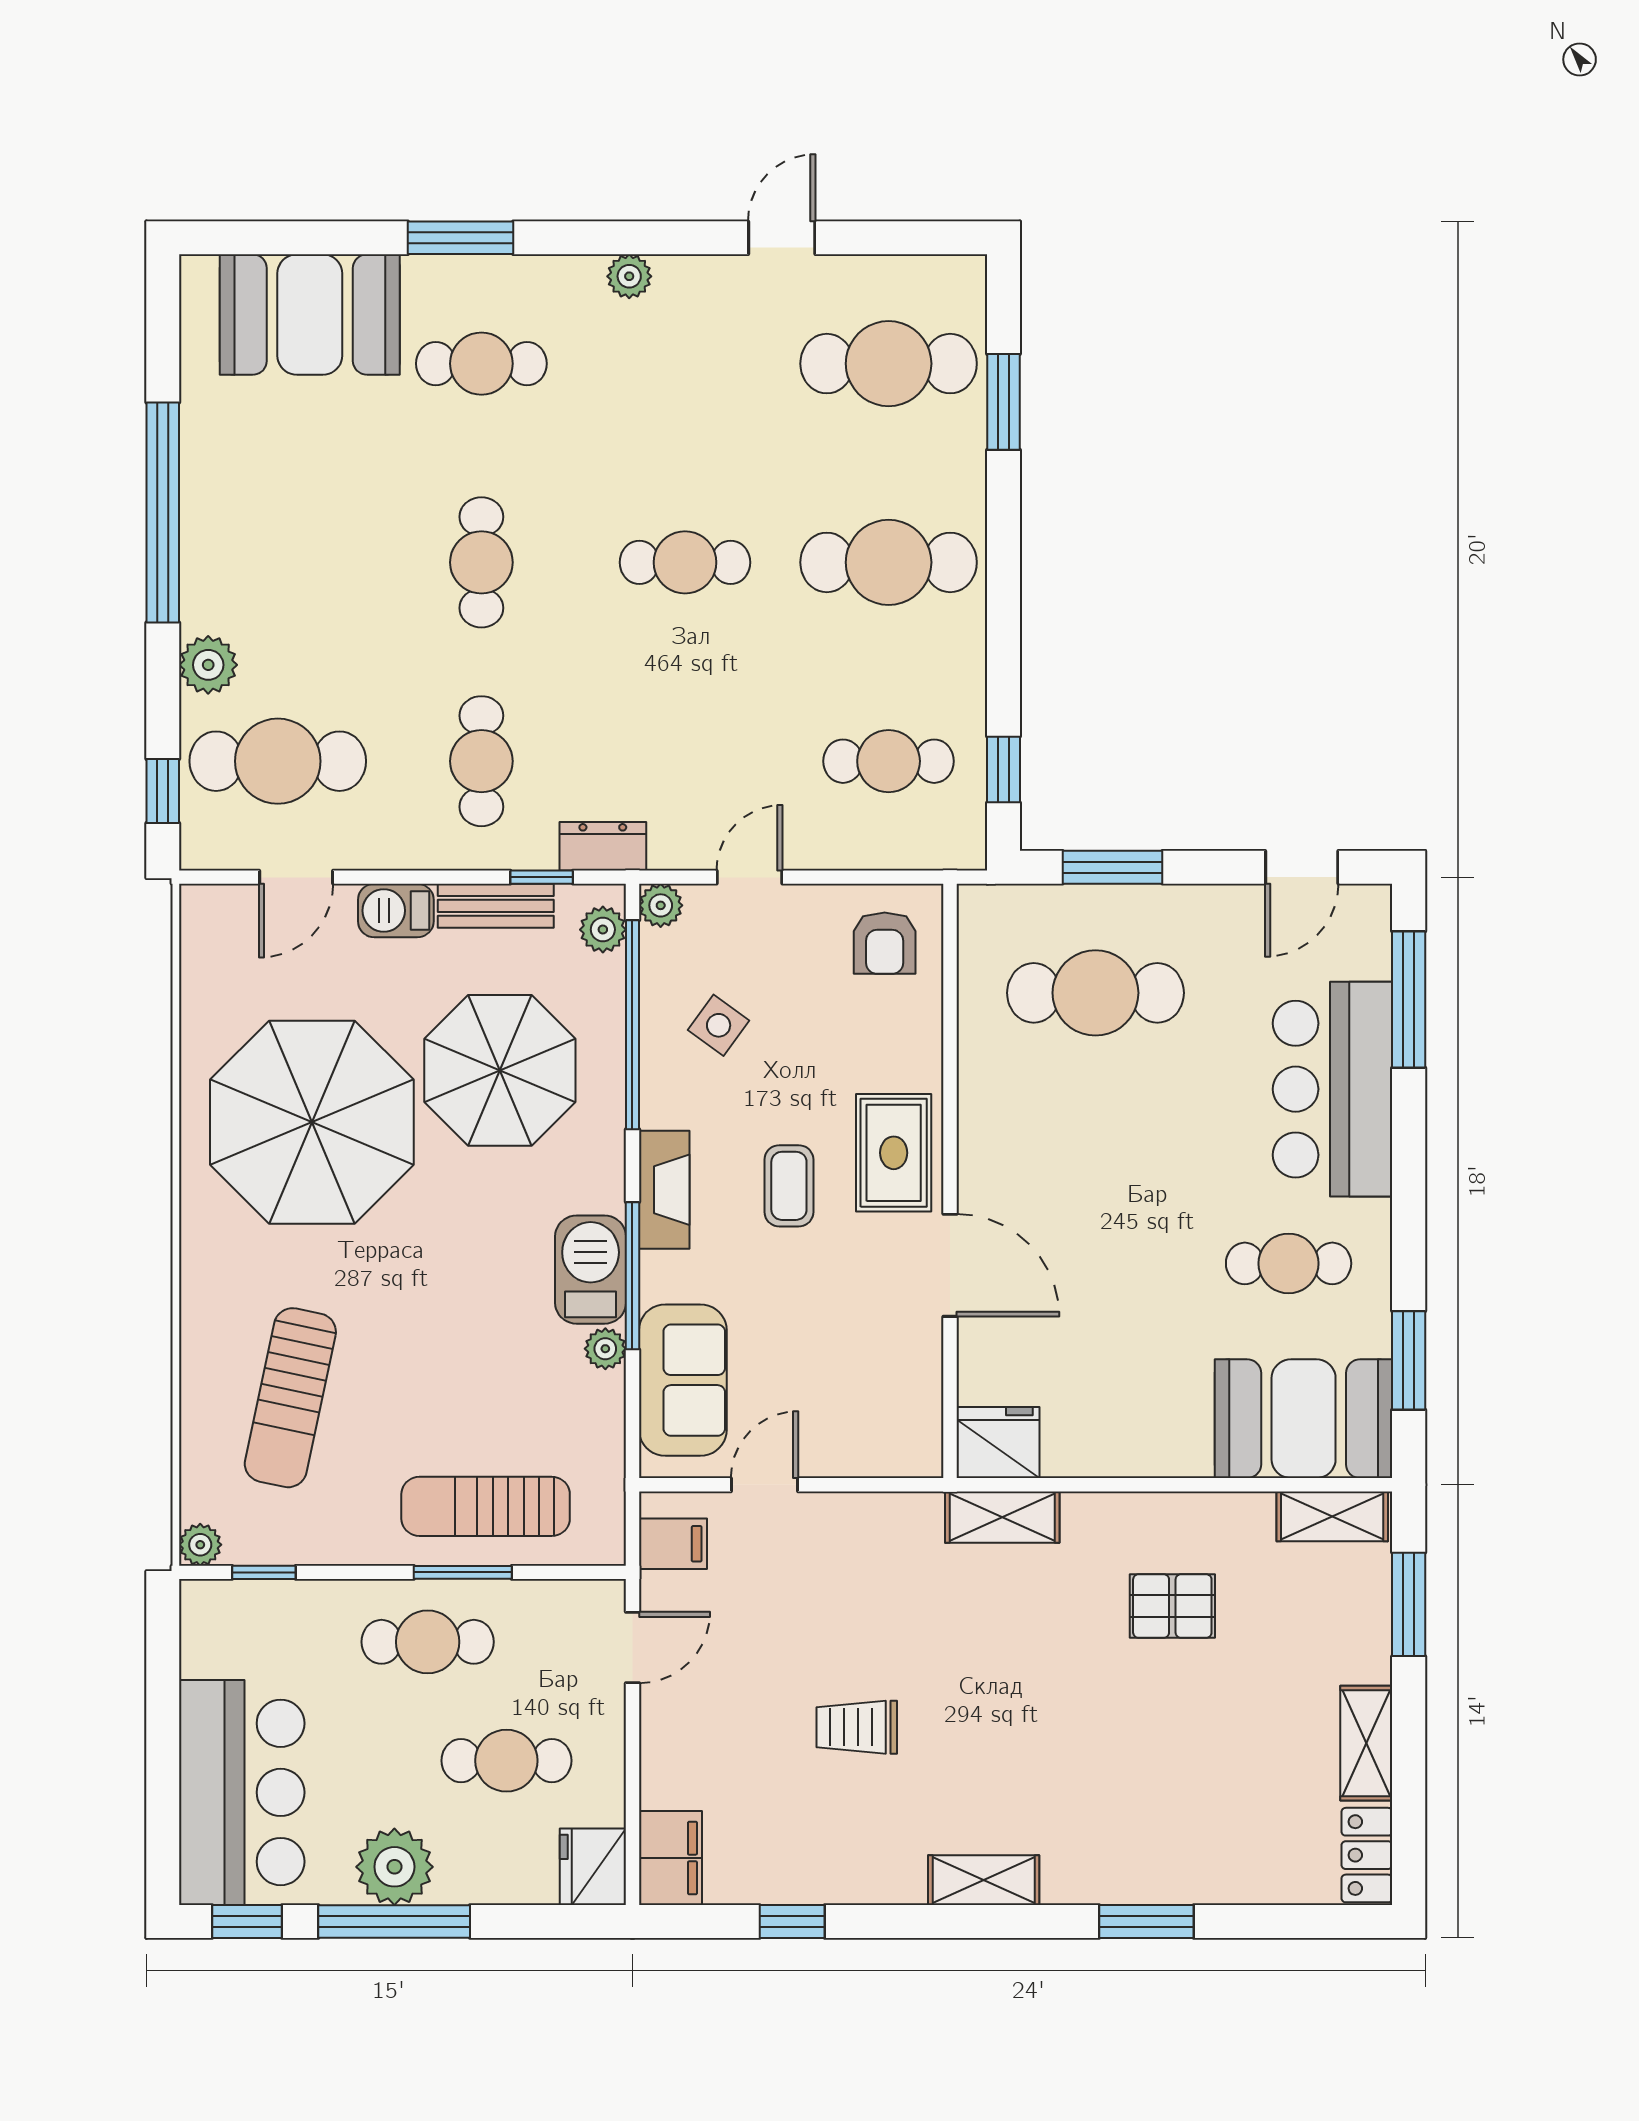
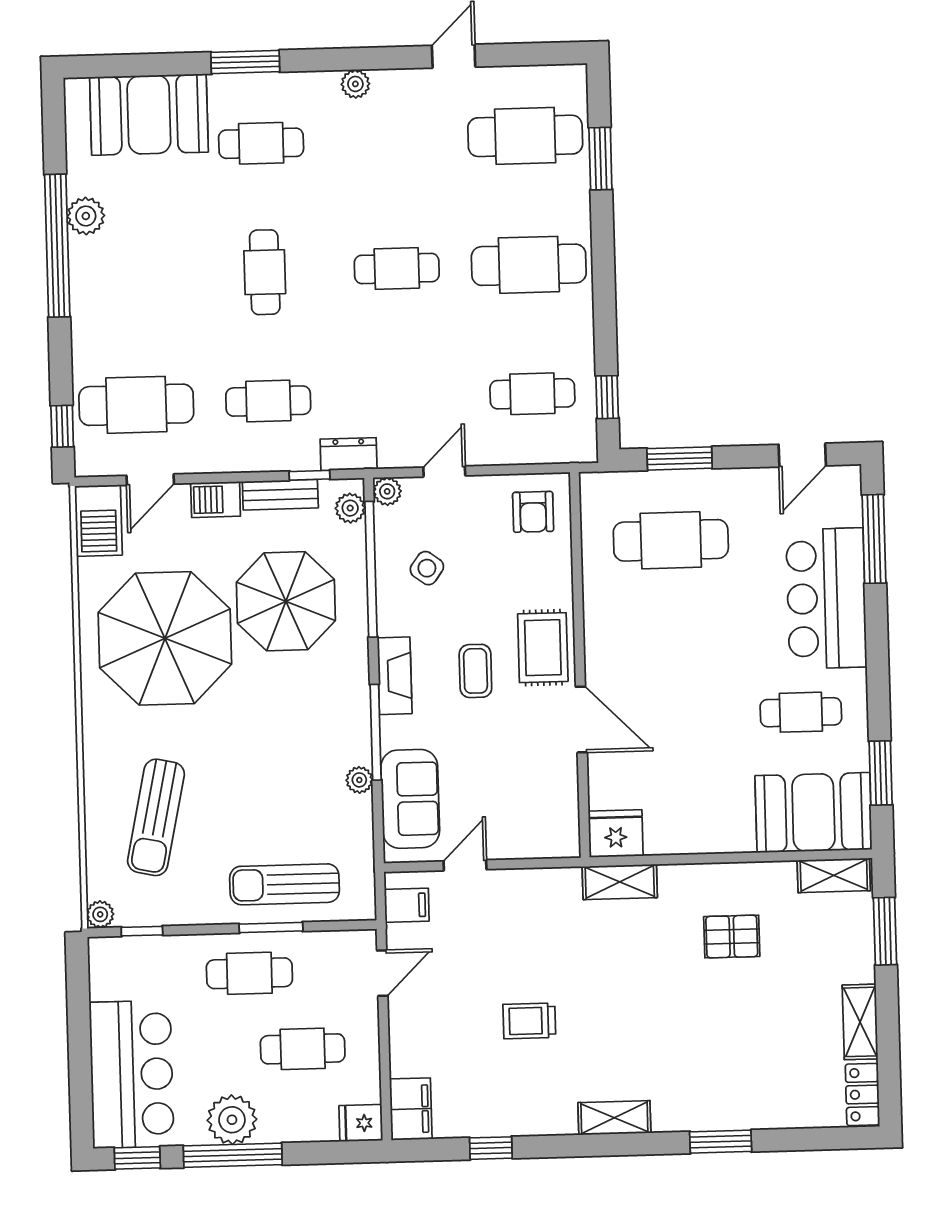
plant: (208, 665) -> (86, 216), moved
cafe table: (481, 761) -> (268, 401), turned 90
barbecue: (591, 1270) -> (98, 521), moved, turned 180
fridge: (593, 1867) -> (361, 1123), width x0.72

